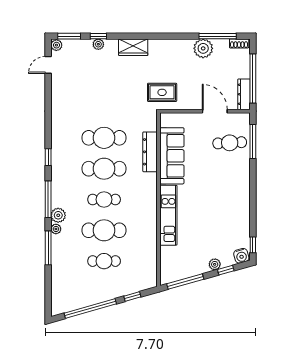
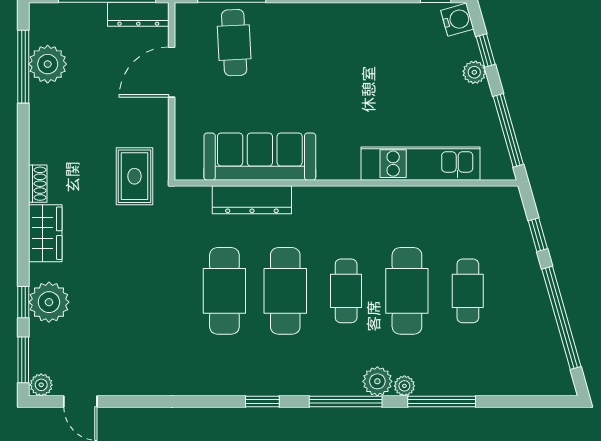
shoe rack: (239, 43) -> (38, 184), moved
plant: (98, 44) -> (49, 302), width x1.87, depth x1.87
plant: (203, 48) -> (48, 64), moved
kitchen unit: (168, 215) -> (420, 164), moved

